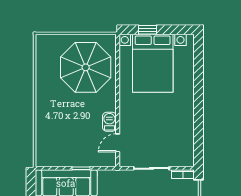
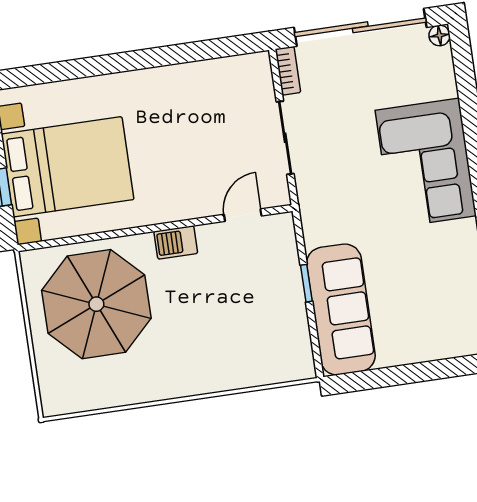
barbecue: (109, 122) -> (176, 242), moved
door: (118, 143) -> (243, 215), swing flipped

